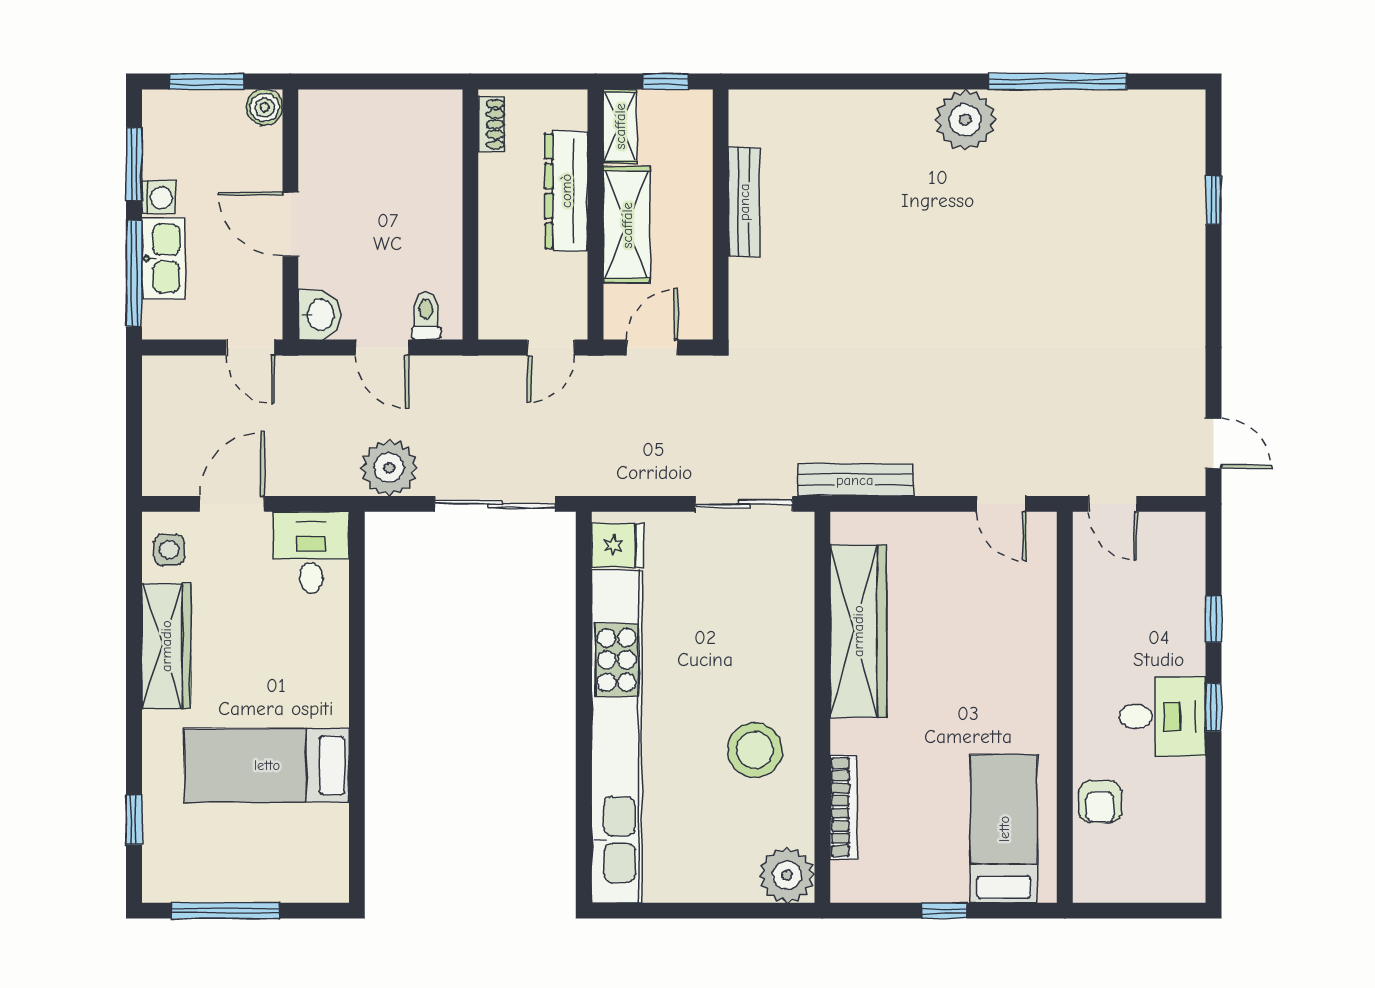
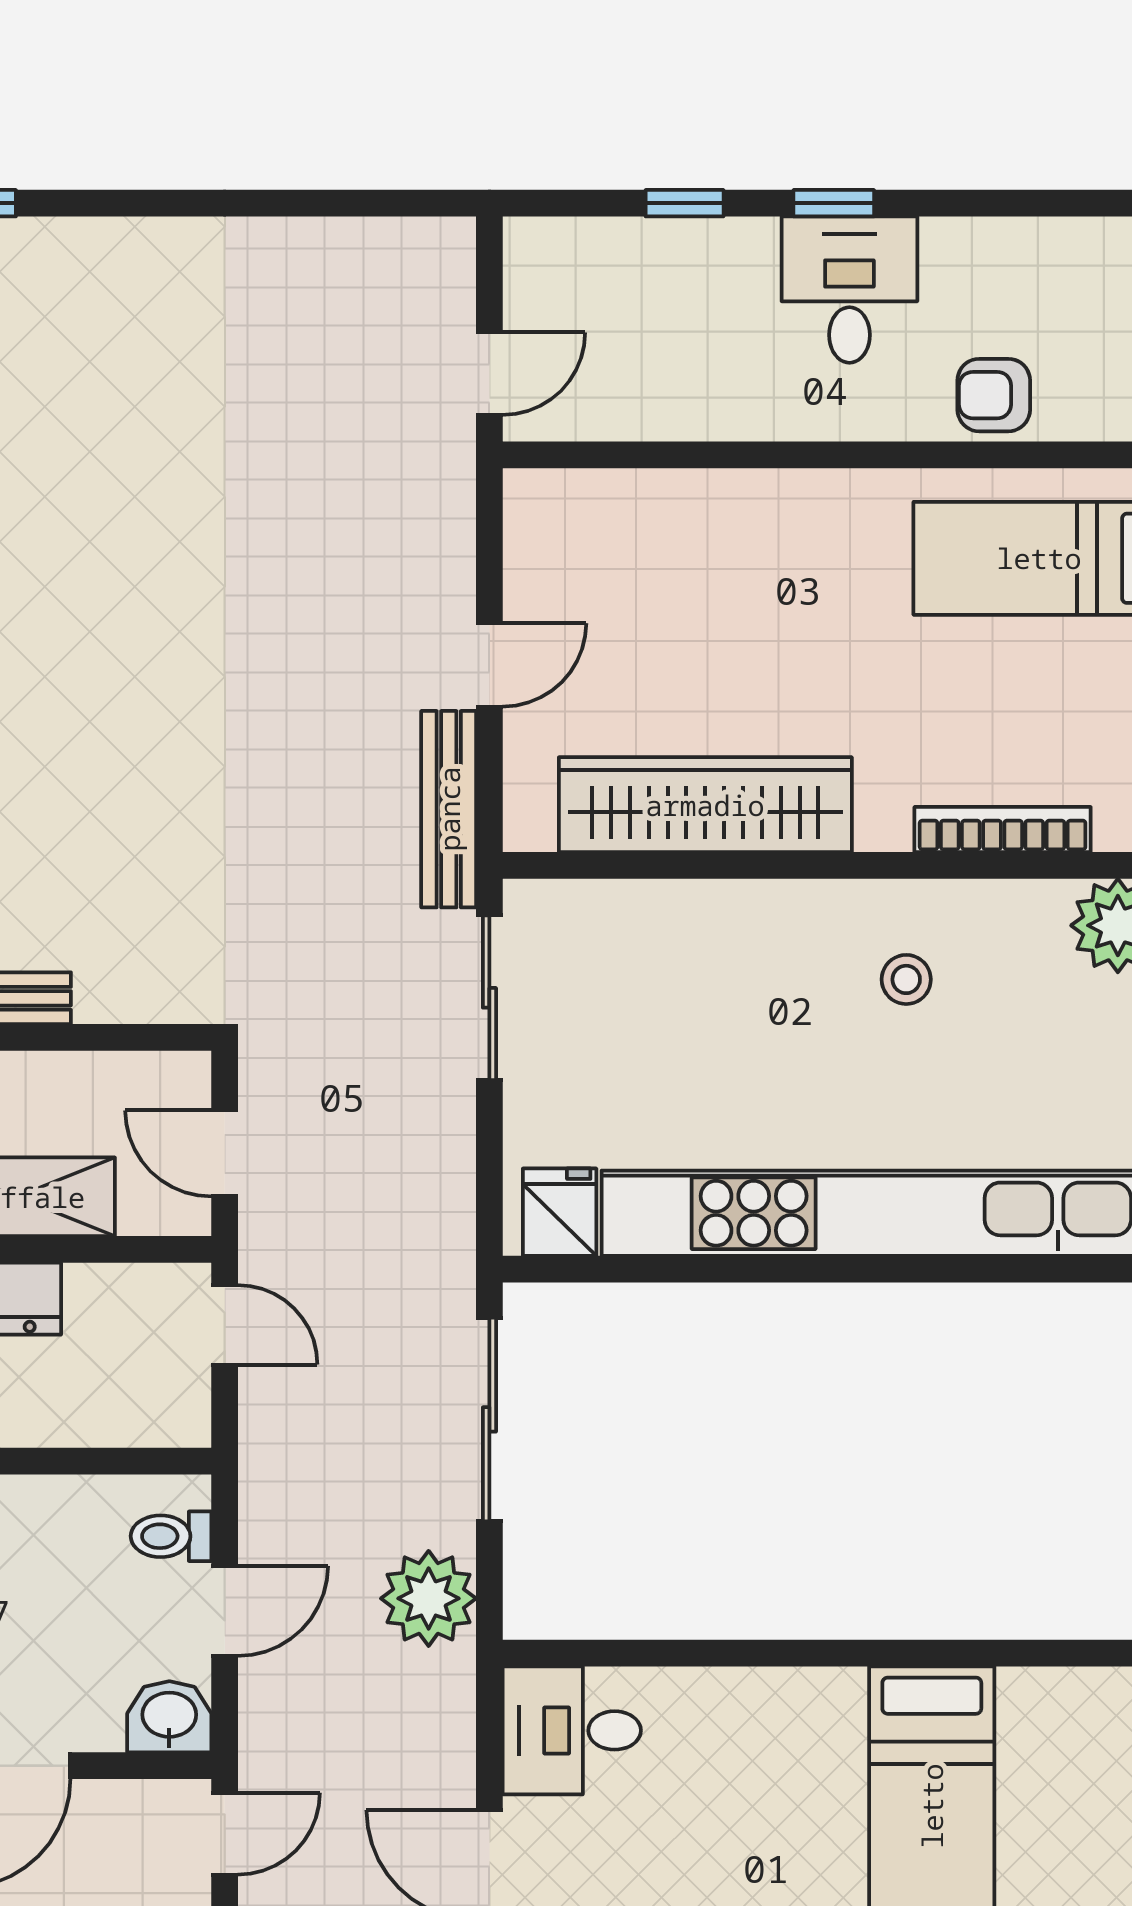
door: (1213, 443) -> (387, 203), removed
door: (1002, 504) -> (489, 665), moved
stool: (755, 750) -> (906, 979), width x0.53, depth x0.53
armchair: (1100, 802) -> (994, 395), turned 180

